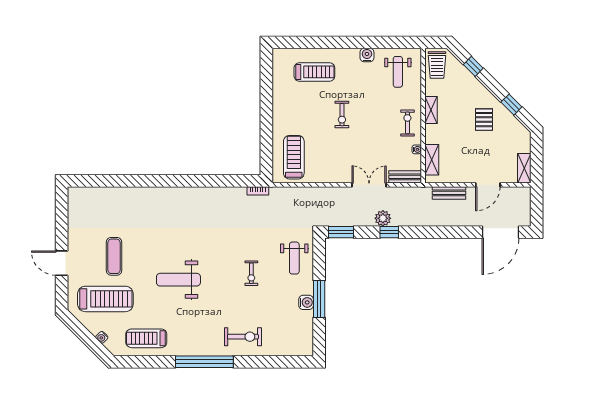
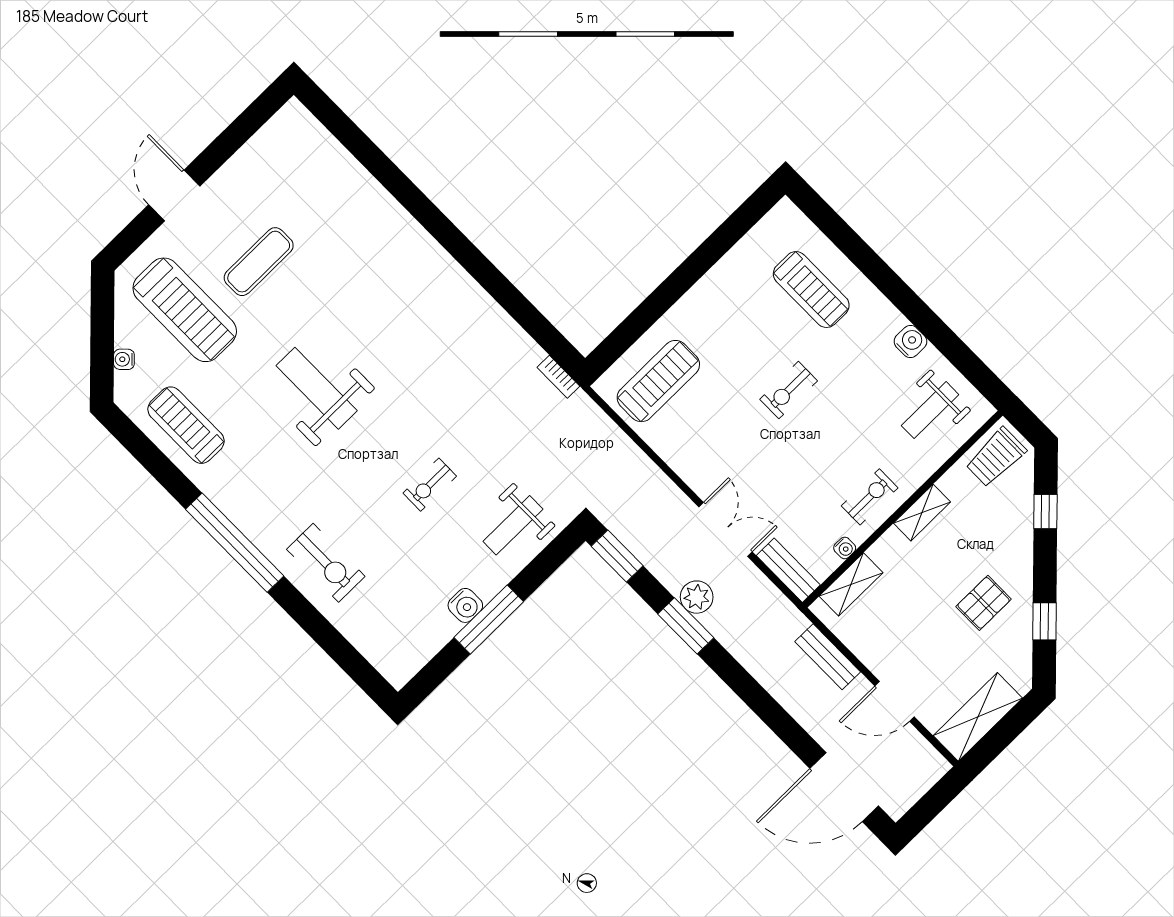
shelving: (524, 168) -> (978, 717), width x1.50, depth x1.33
window: (389, 232) -> (686, 626), width x1.50

